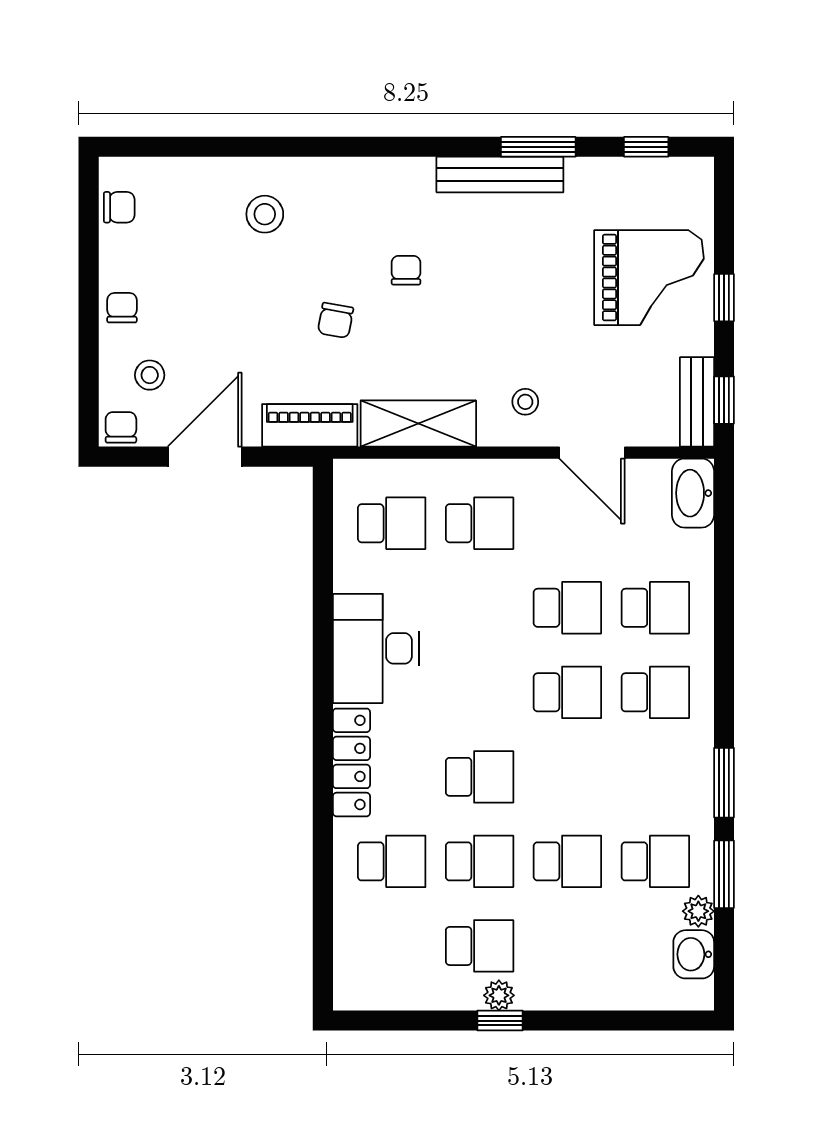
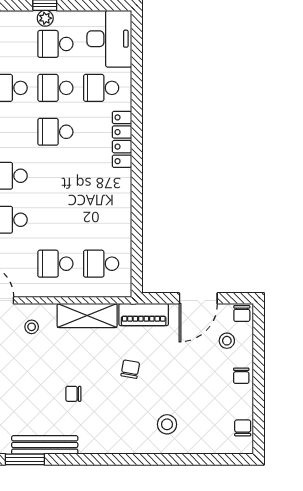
chair: (119, 207) -> (243, 428), turned 90
chair: (406, 270) -> (73, 394), moved, turned 90
desk: (376, 648) -> (109, 39), moved

